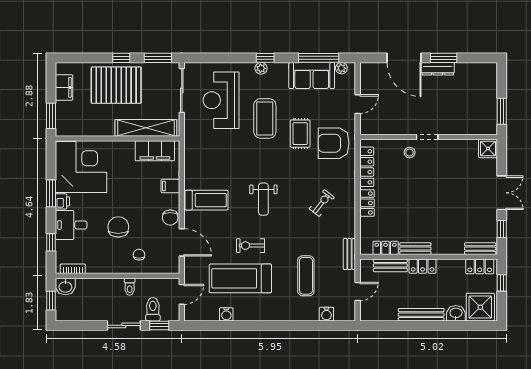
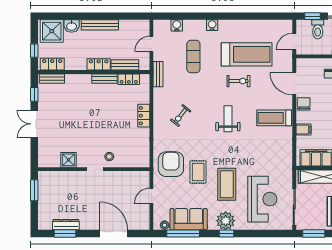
window: (444, 58) -> (65, 233), moved
plant: (261, 68) -> (226, 221), width x1.88, depth x1.88
dresser: (438, 69) -> (66, 225), moved
armchair: (334, 143) -> (171, 164), turned -90
shower: (488, 149) -> (68, 160), moved
locker: (367, 167) -> (144, 145), removed
water cooler: (226, 314) -> (212, 25), moved

